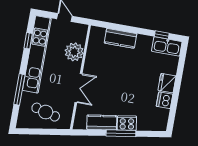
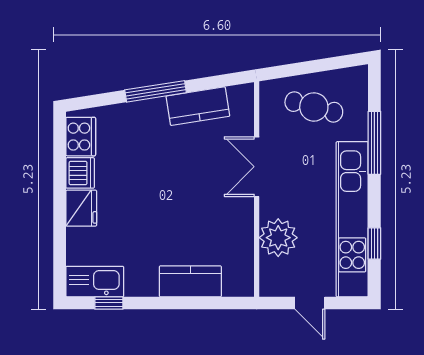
cooker: (127, 123) -> (81, 137), moved, turned -81

